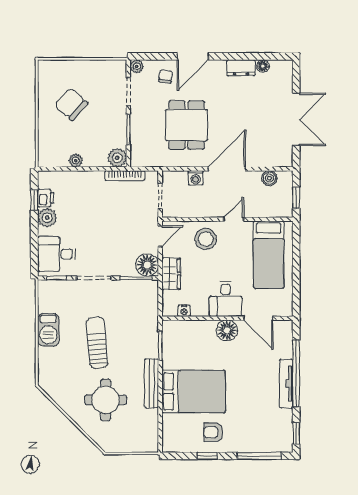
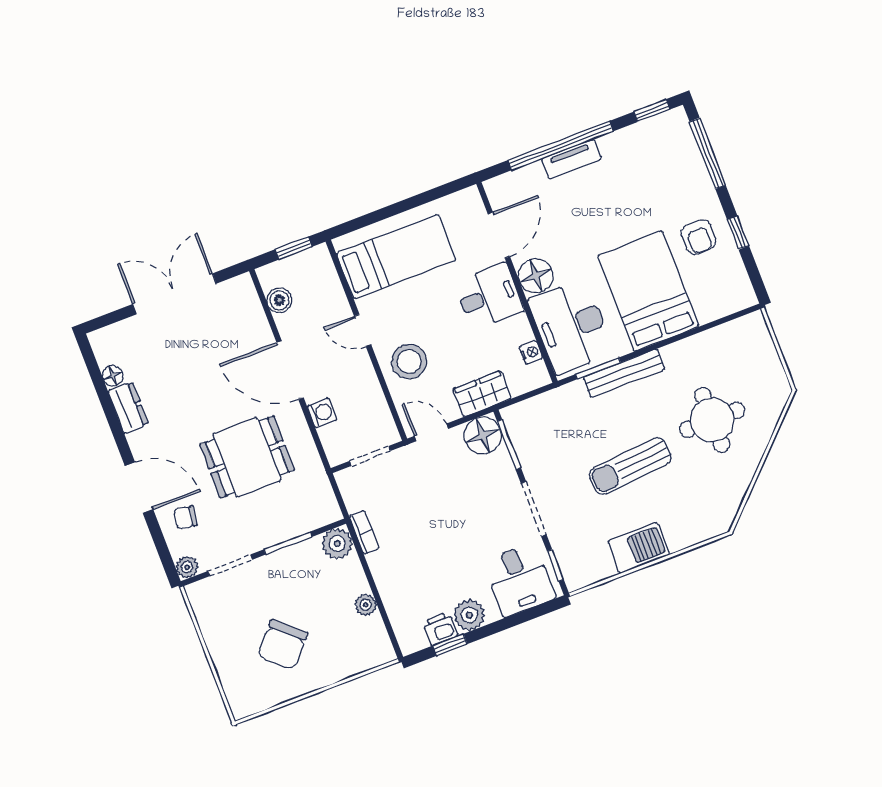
bookcase: (125, 176) -> (364, 532), width x0.64
desk: (190, 340) -> (571, 327), added
bench: (152, 383) -> (624, 373), moved
tv unit: (286, 384) -> (571, 159), width x0.71

